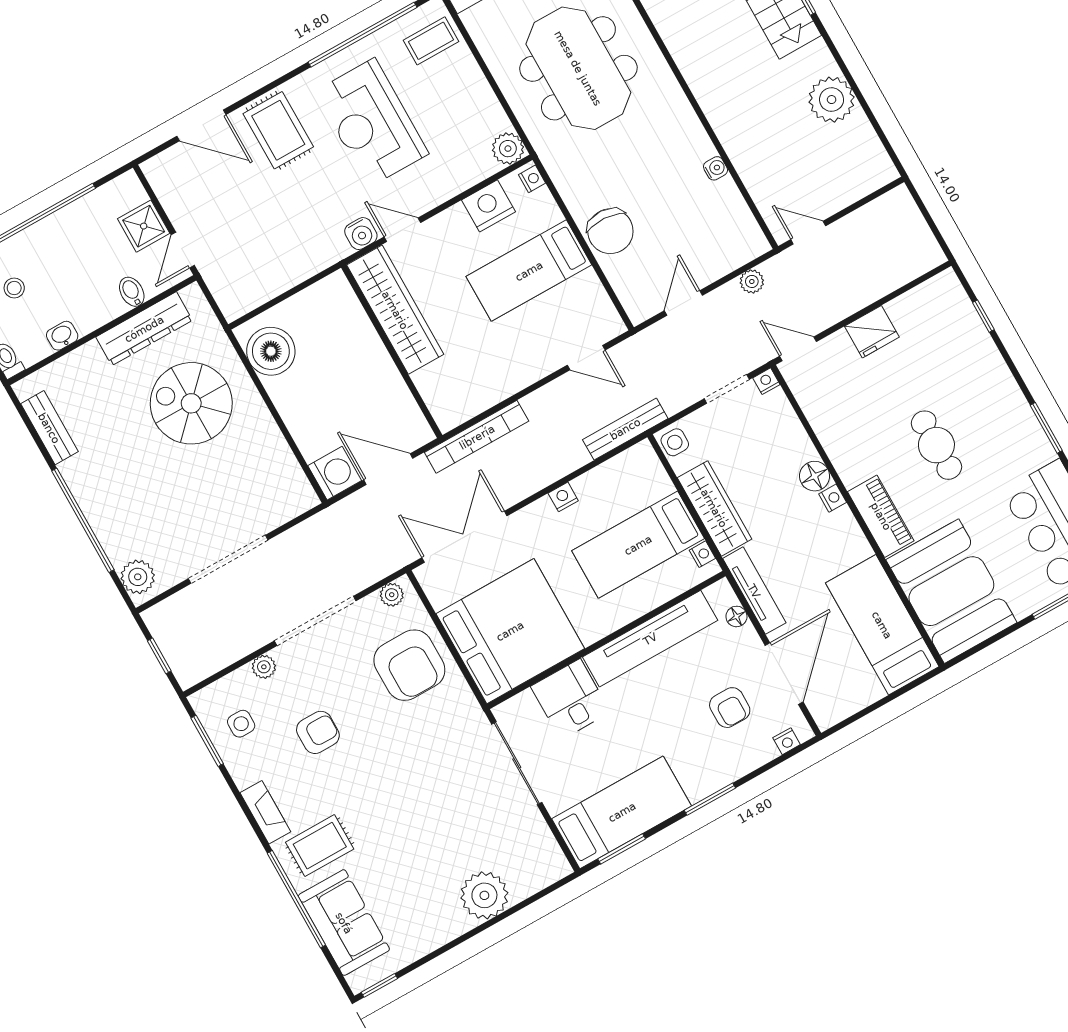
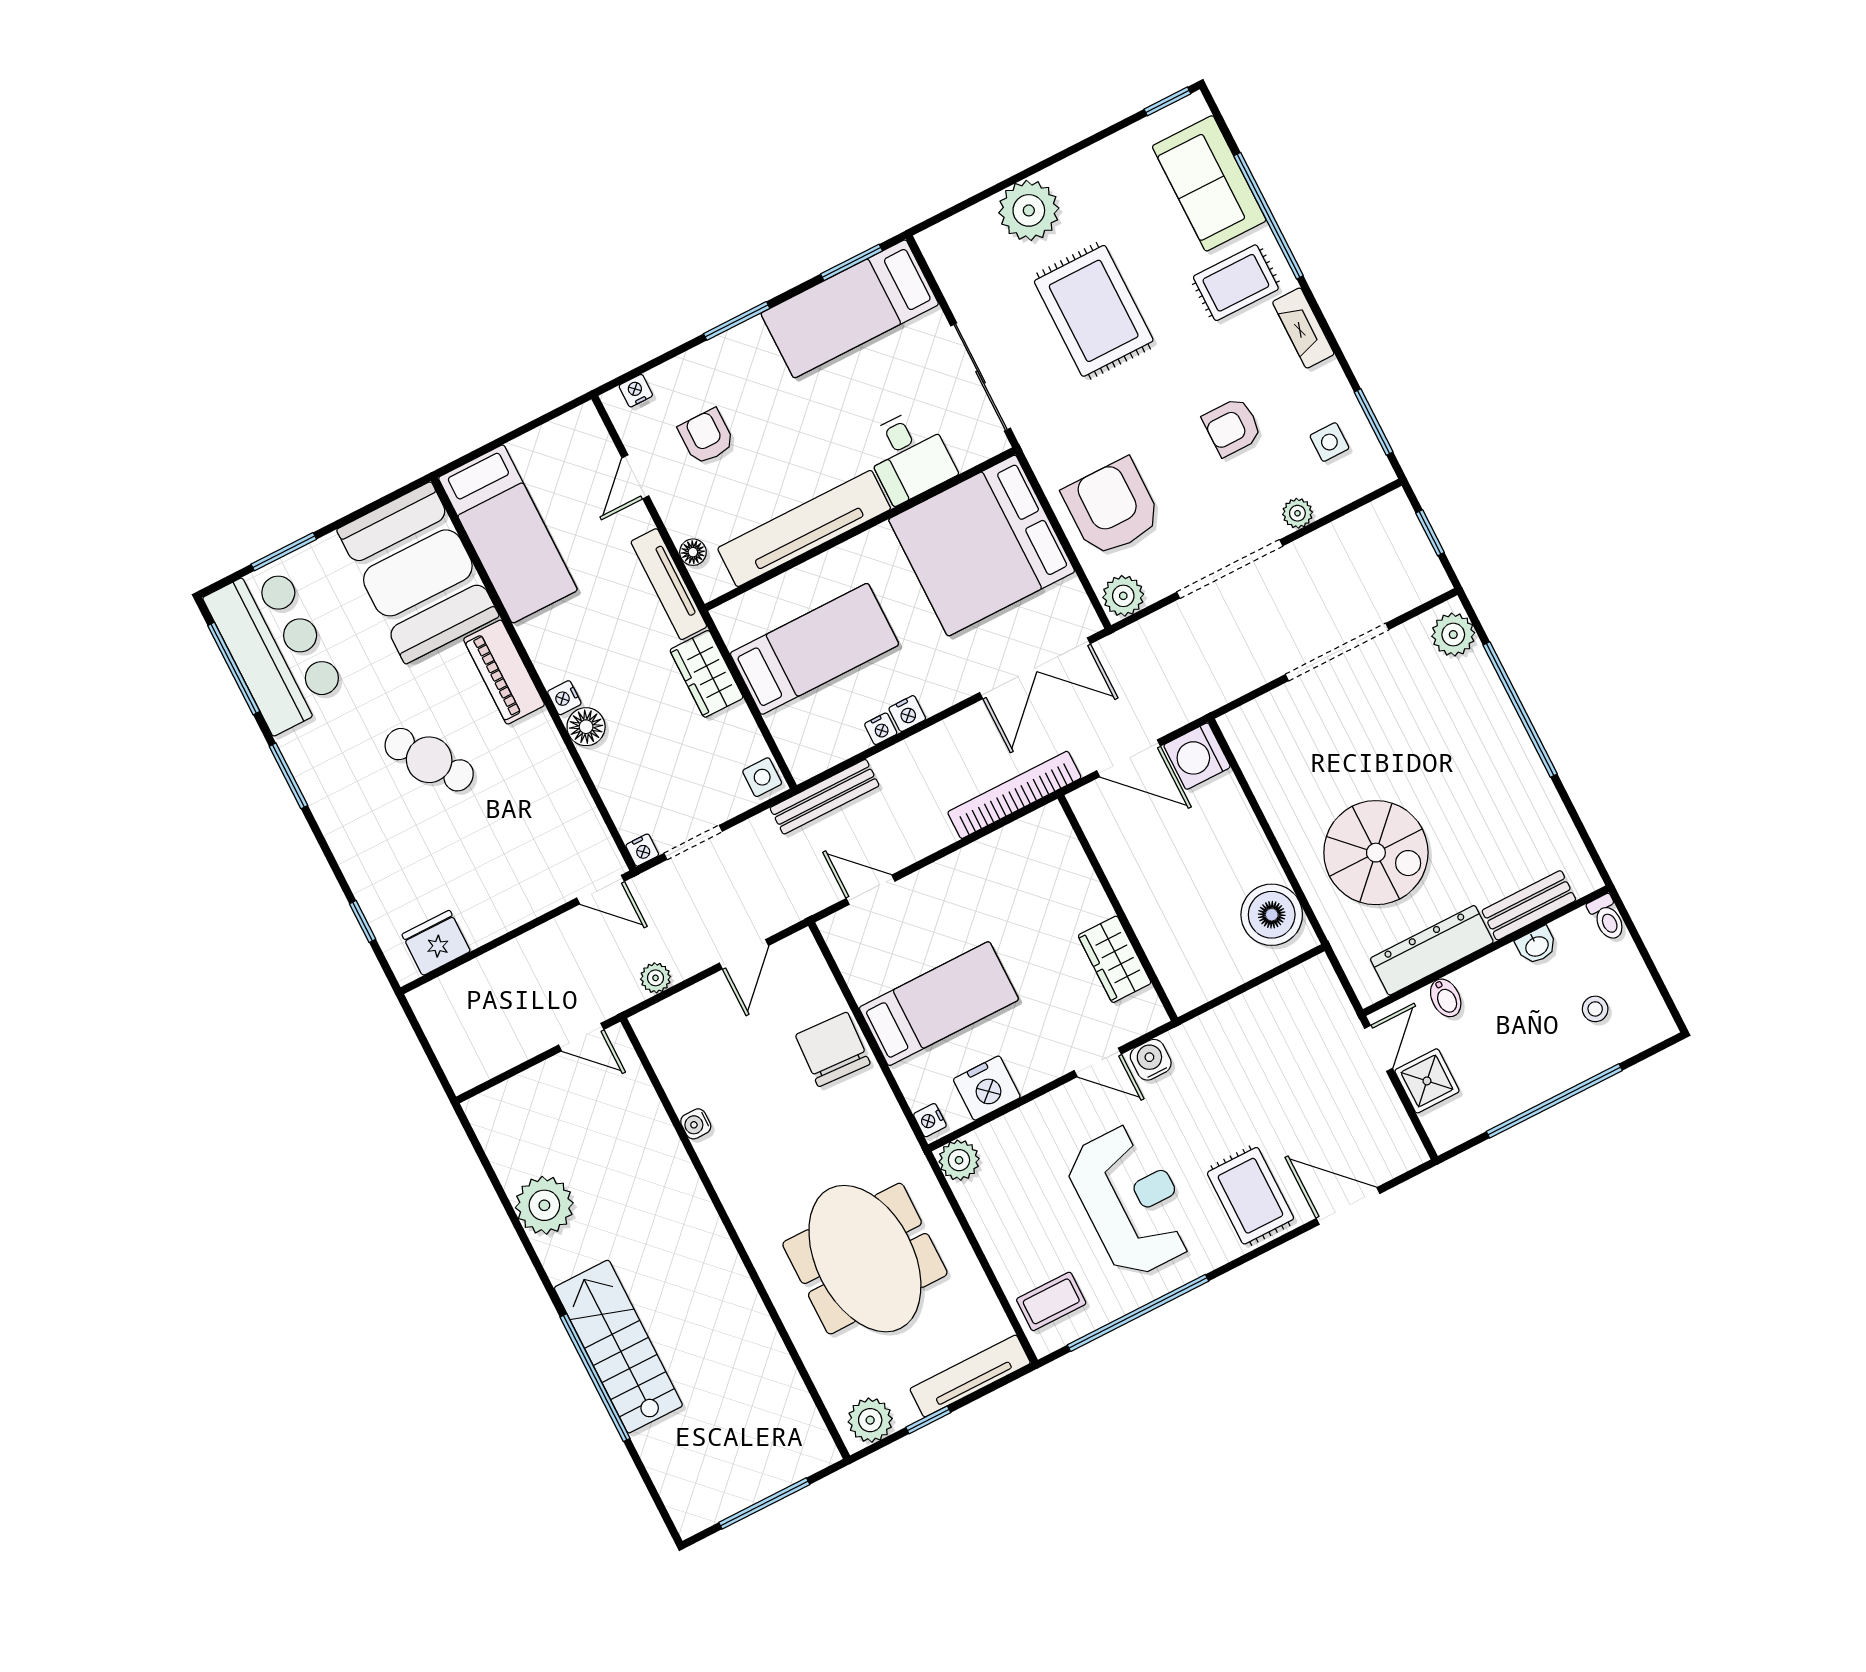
wardrobe: (395, 310) -> (1115, 959), width x0.48, depth x0.85
fridge: (872, 332) -> (436, 943), moved
bench: (49, 428) -> (1529, 905), moved, turned 90
cafe table: (936, 445) -> (429, 760), turned -35
wardrobe: (714, 508) -> (707, 674), width x0.67
nightstand: (702, 554) -> (881, 729), moved, turned -90
plant: (392, 595) -> (1123, 596), width x1.38, depth x1.38
door: (784, 674) -> (635, 477), width x0.53
rug: (430, 819) -> (1094, 311), added

